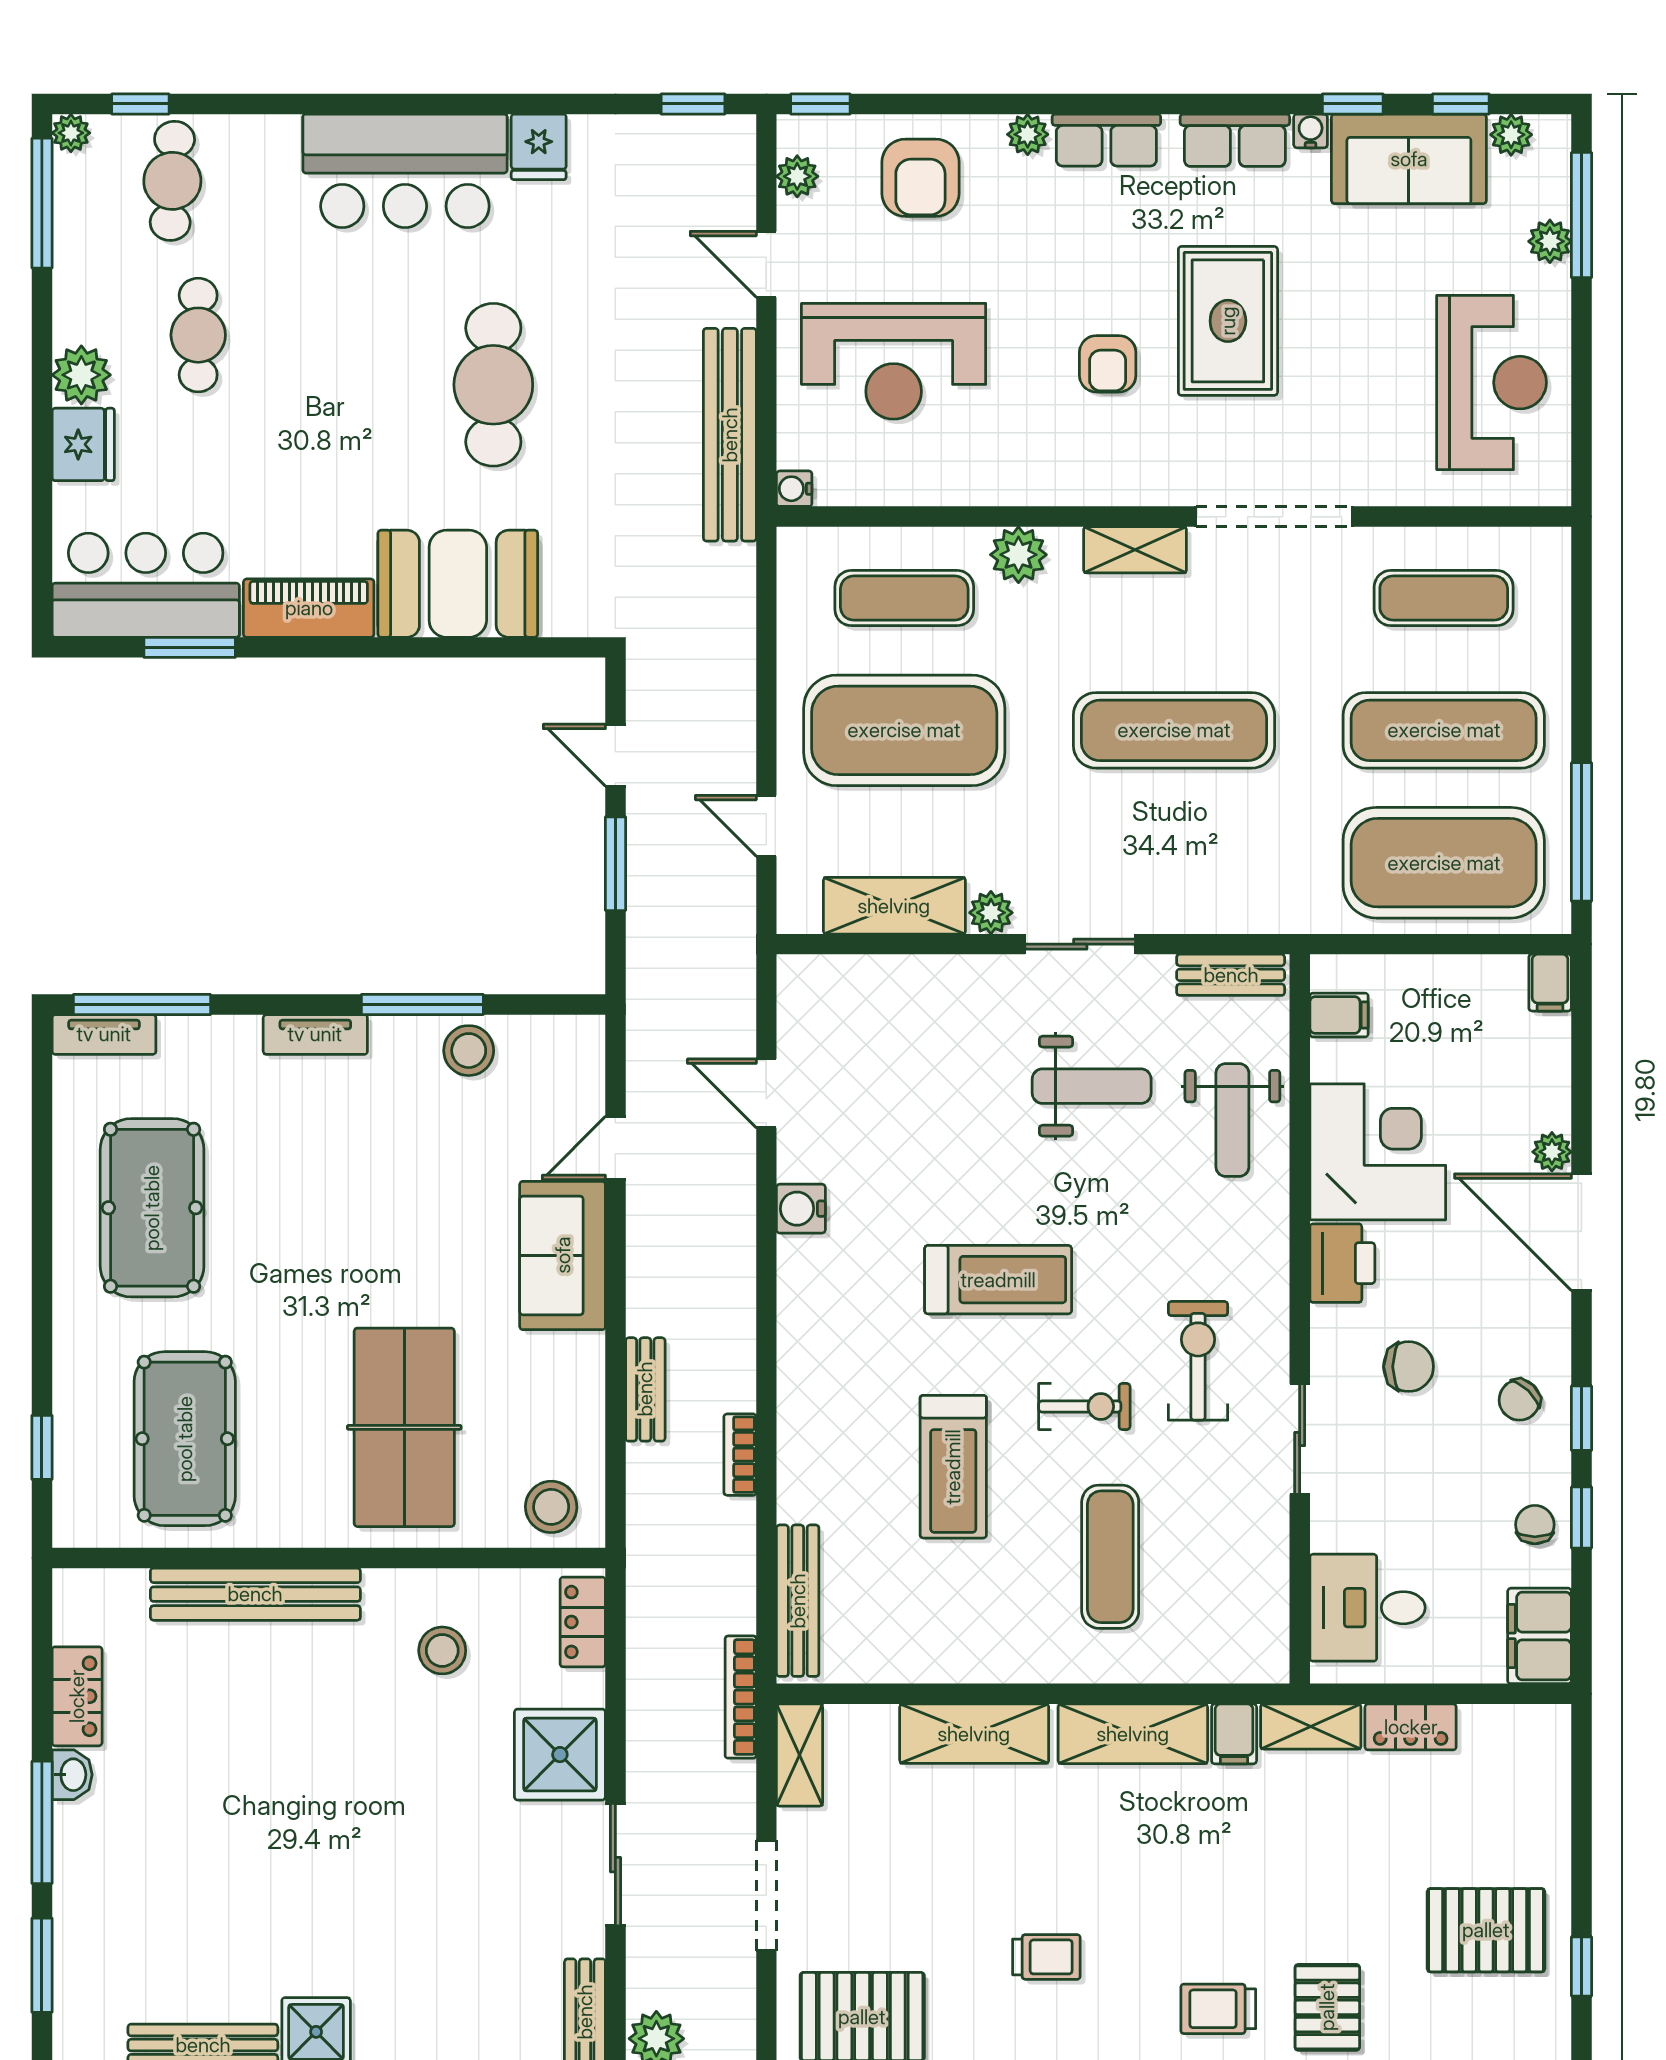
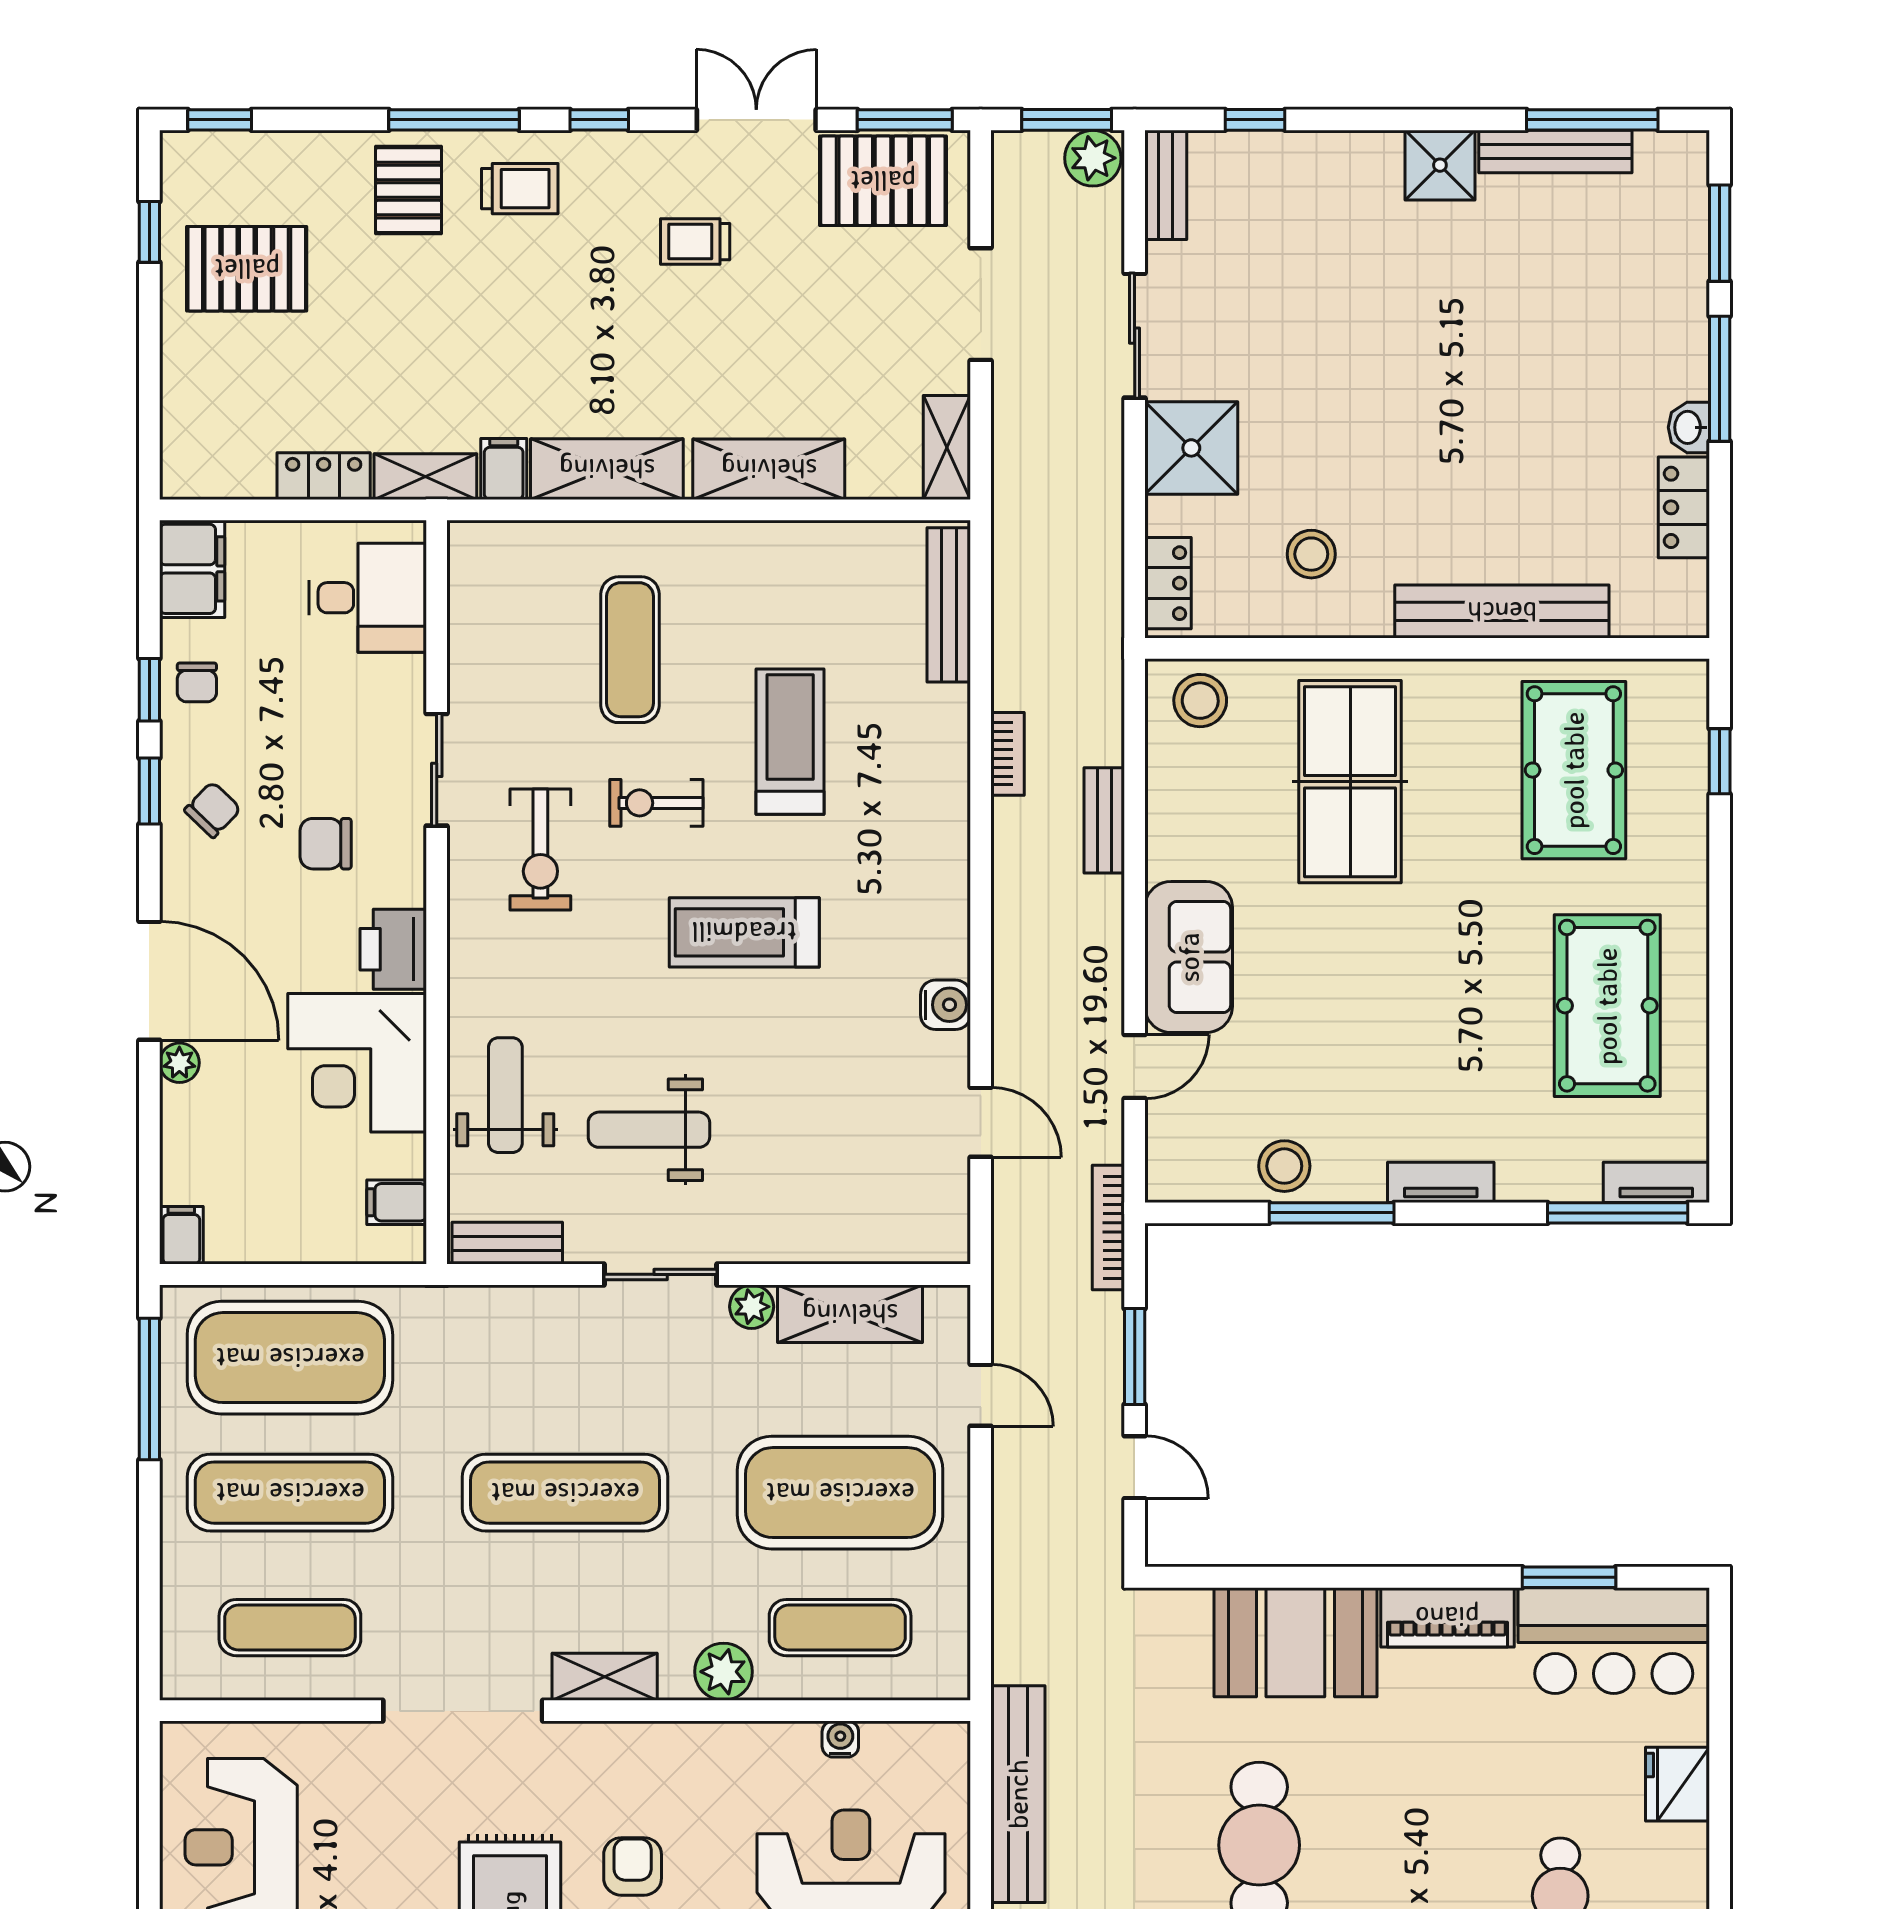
plant: (81, 375) -> (1679, 1855), removed
water cooler: (794, 489) -> (840, 1739), moved, turned -90
bookcase: (741, 1697) -> (1108, 1227), moved, turned 180

